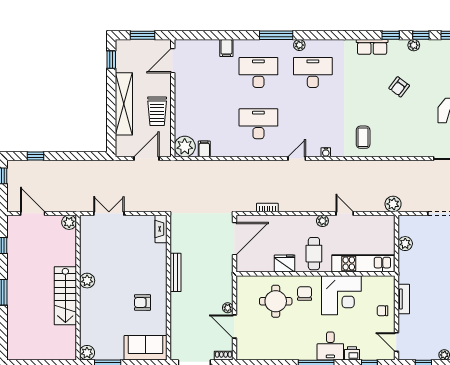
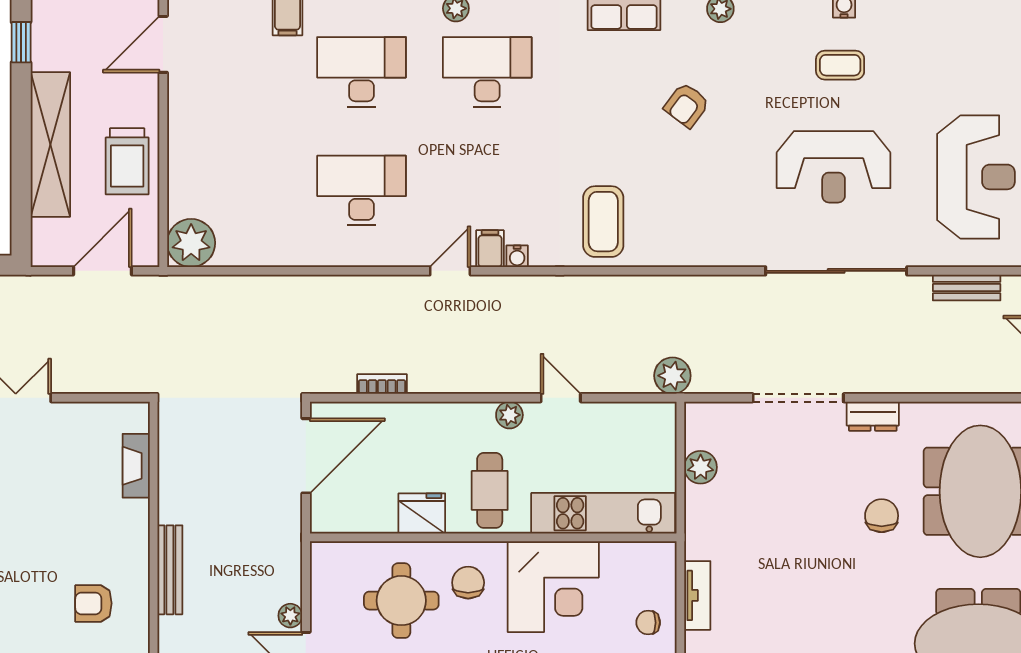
coffee table: (363, 137) -> (603, 222), width x1.36, depth x1.30
filing cabinet: (204, 149) -> (490, 249), moved
fireplace: (161, 229) -> (136, 466), moved
bench: (176, 272) -> (170, 570), moved

